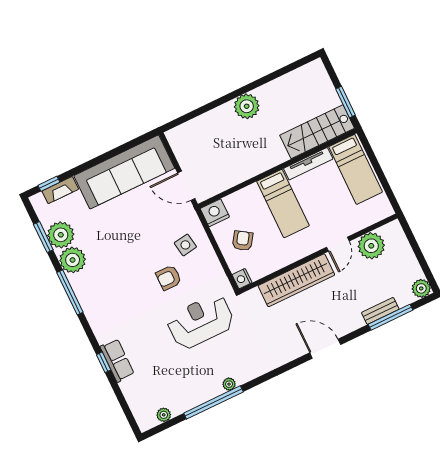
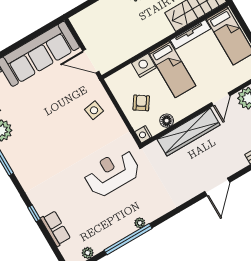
nightstand: (215, 213) -> (144, 65), moved
floor lamp: (271, 265) -> (167, 121), added
armchair: (169, 278) -> (82, 139), removed
door: (325, 349) -> (217, 187), swing flipped
row of seats: (117, 360) -> (56, 228), moved

